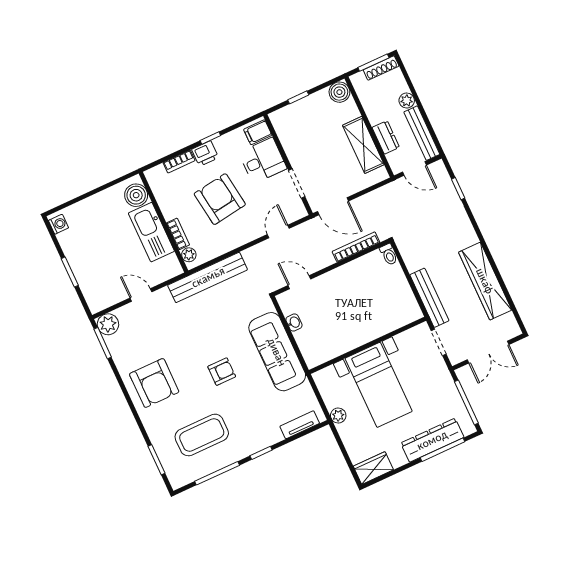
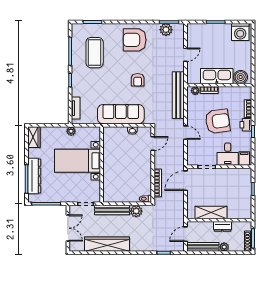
boiler: (339, 92) -> (246, 213), removed
dresser: (386, 137) -> (222, 226), moved
washing machine: (59, 224) -> (240, 32), width x1.89, depth x1.89
door: (278, 231) -> (185, 133), moved
plant: (414, 260) -> (136, 211), added
plant: (108, 324) -> (166, 30), moved
double door: (488, 352) -> (68, 228), swing flipped
armchair: (222, 372) -> (138, 80), moved

